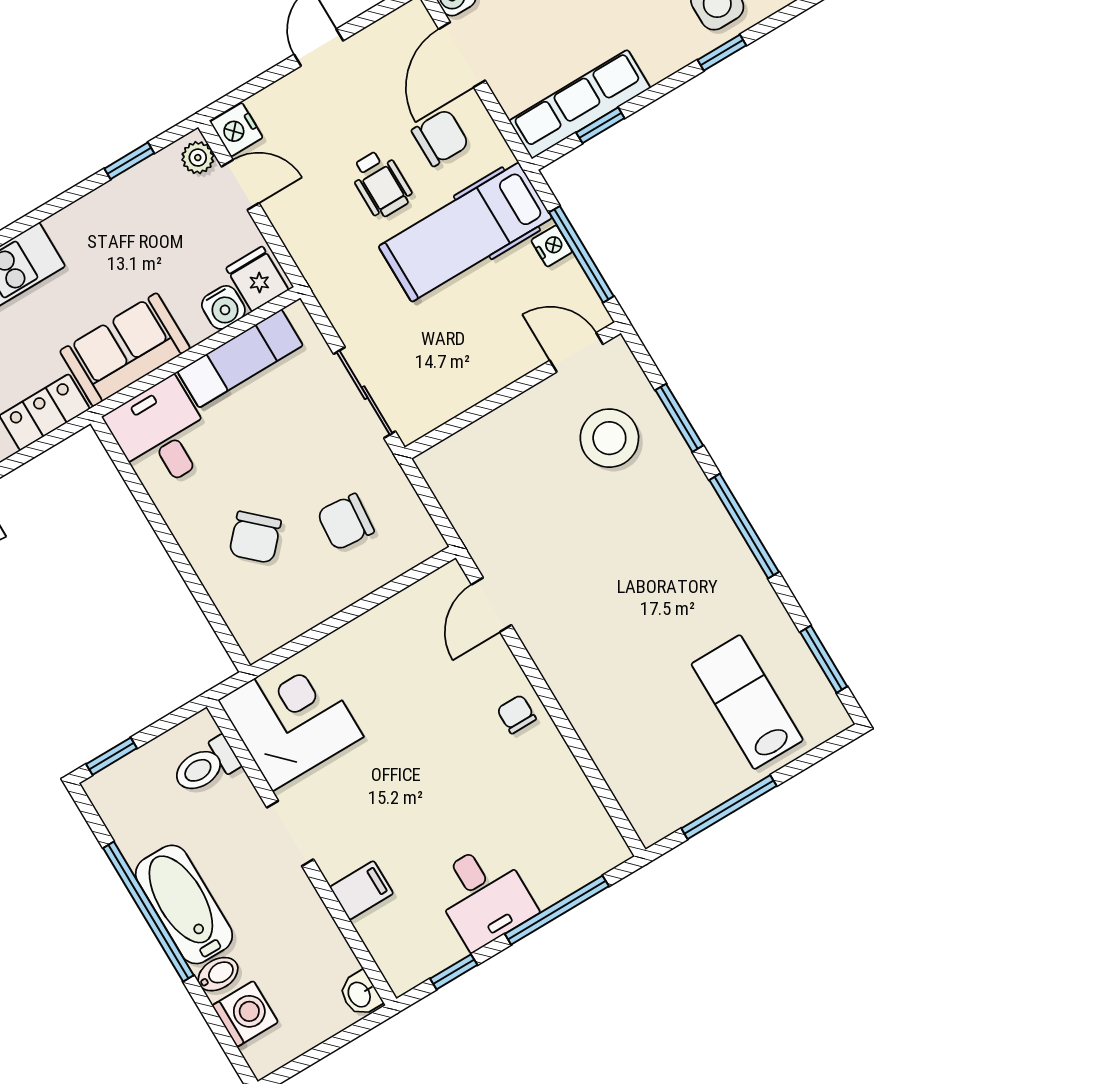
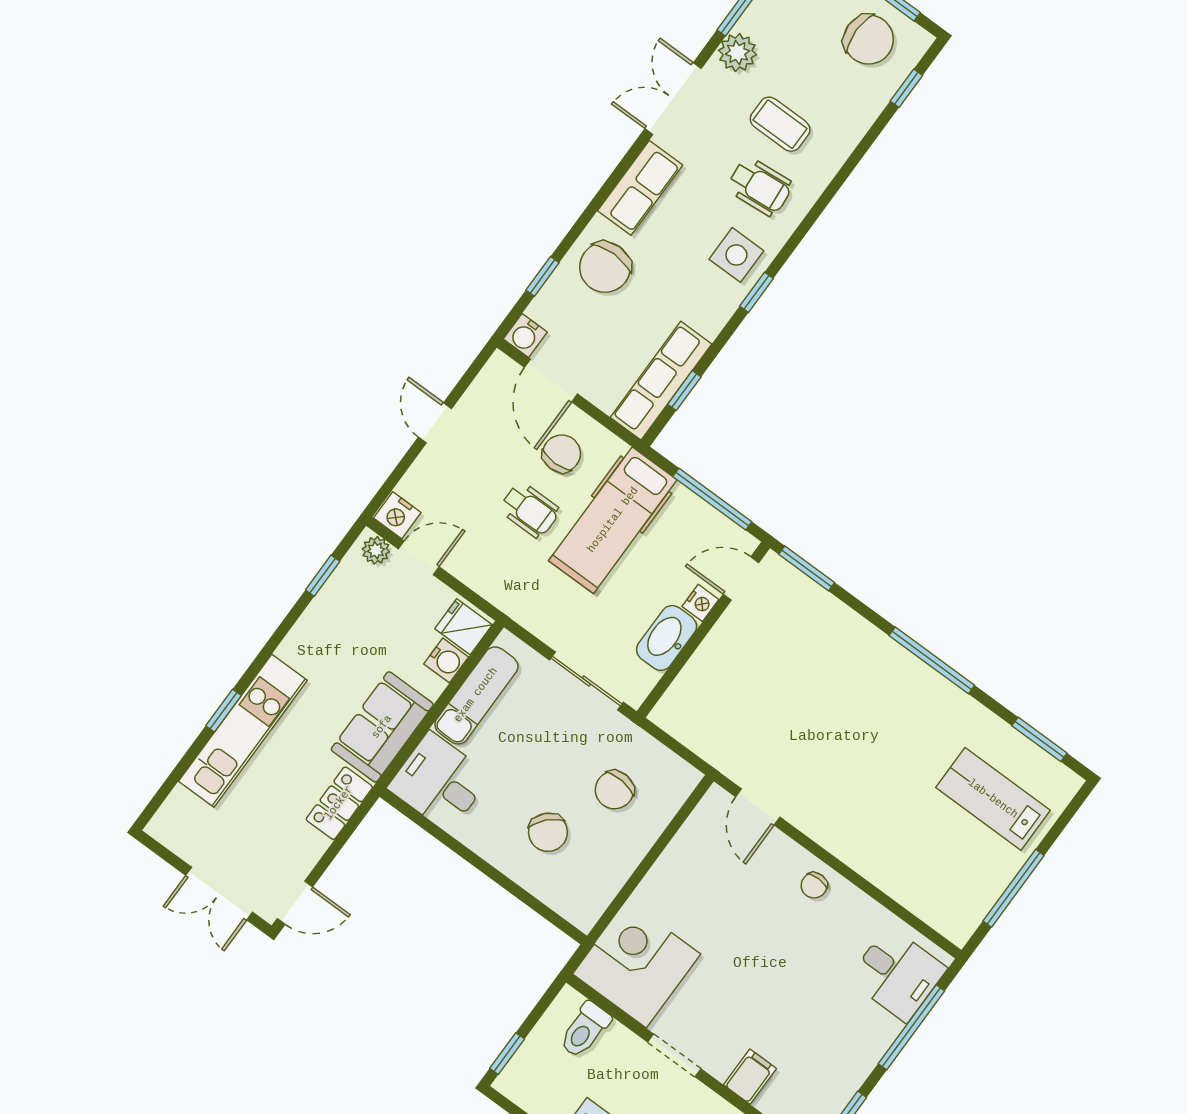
nightstand: (552, 246) -> (700, 603), moved, turned 90
washbasin: (470, 383) -> (667, 638), added
window: (679, 418) -> (807, 568), moved
stool: (609, 438) -> (796, 635), removed
chair: (516, 714) -> (814, 885), turned -90
desk: (483, 896) -> (897, 974), moved

